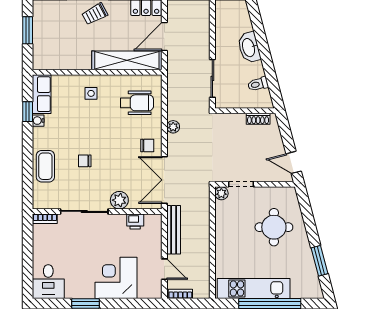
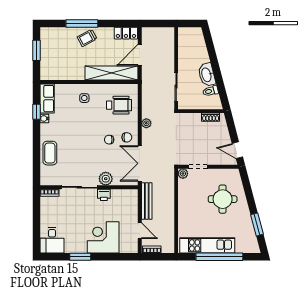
washbasin: (249, 47) -> (207, 75), moved
chair: (85, 161) -> (109, 140), moved
printer: (135, 221) -> (104, 195), moved

